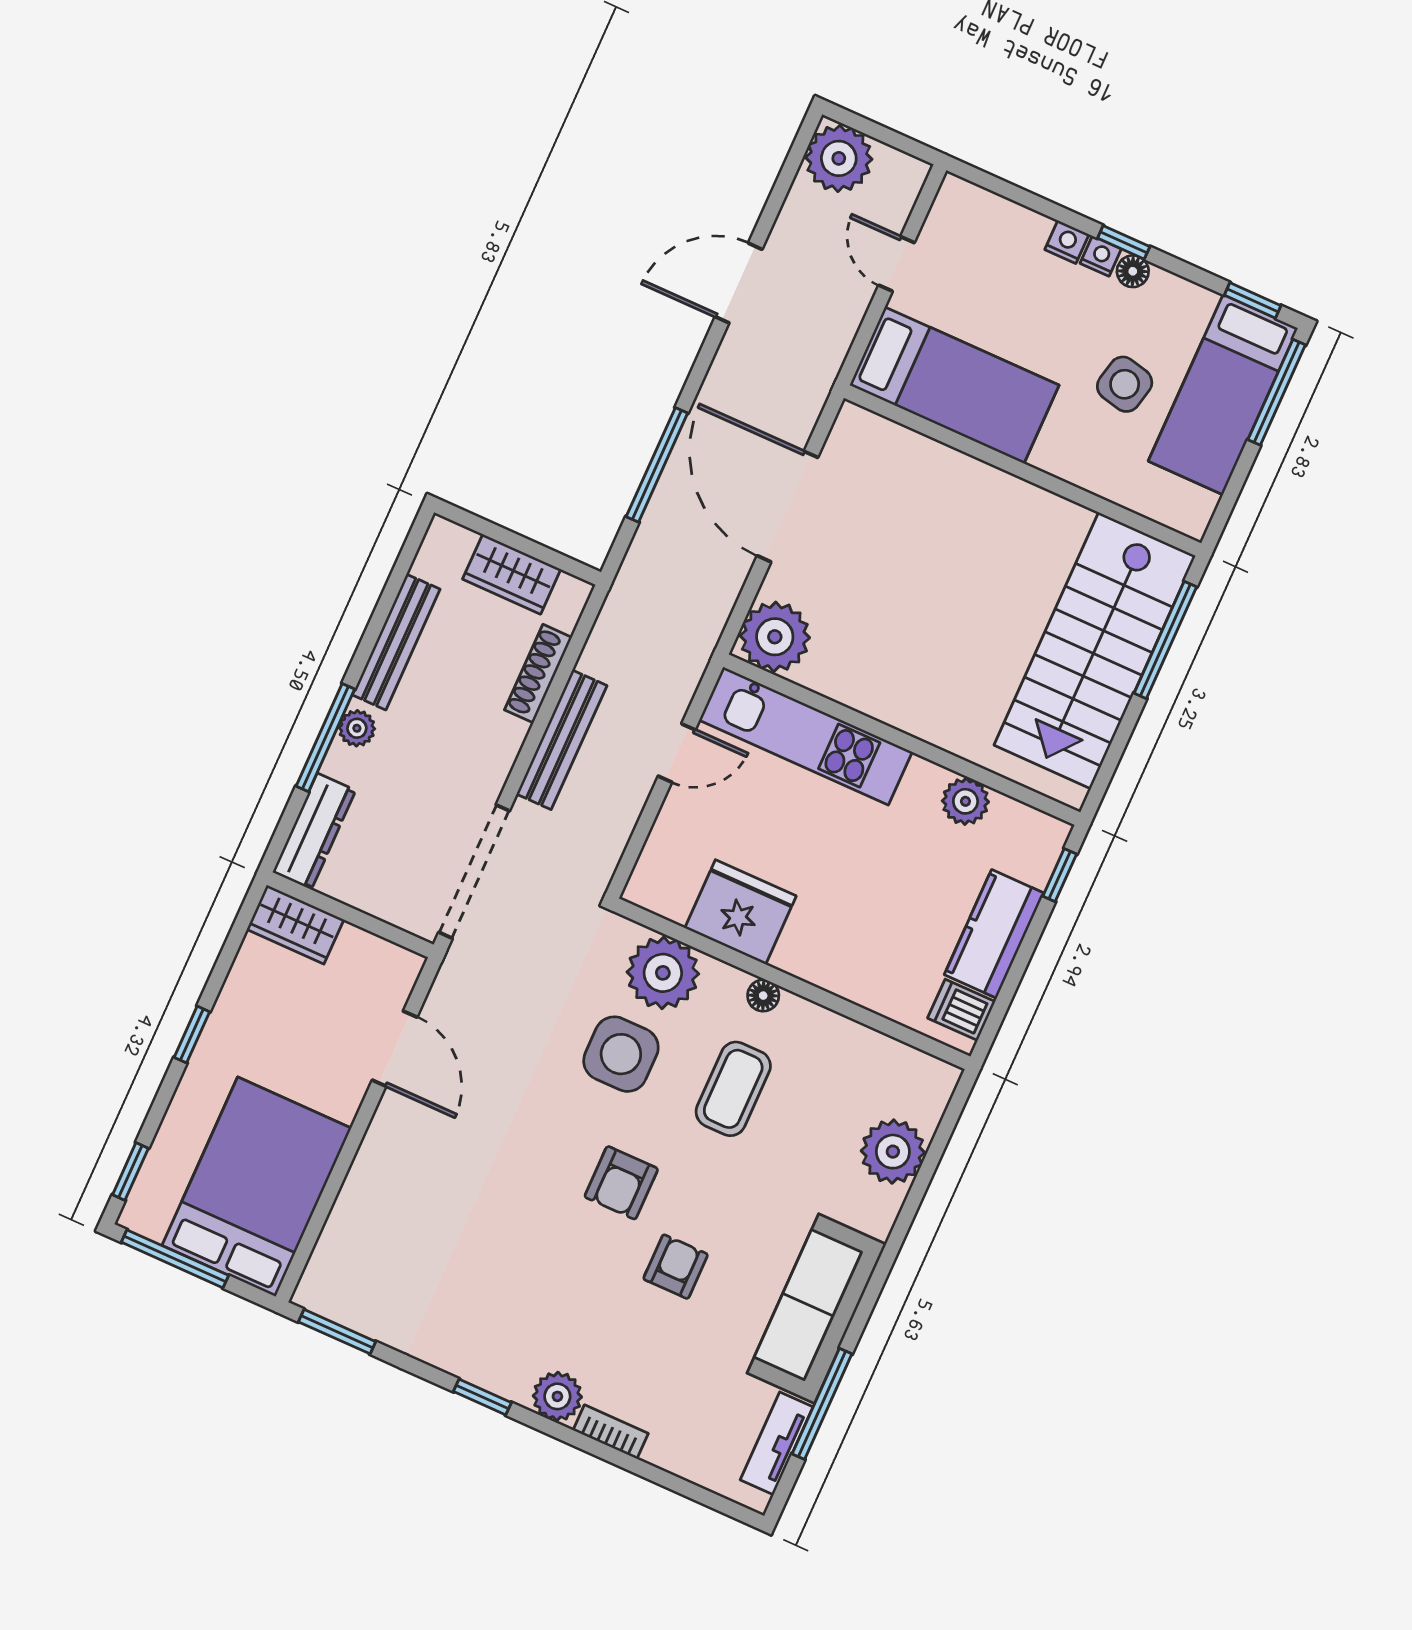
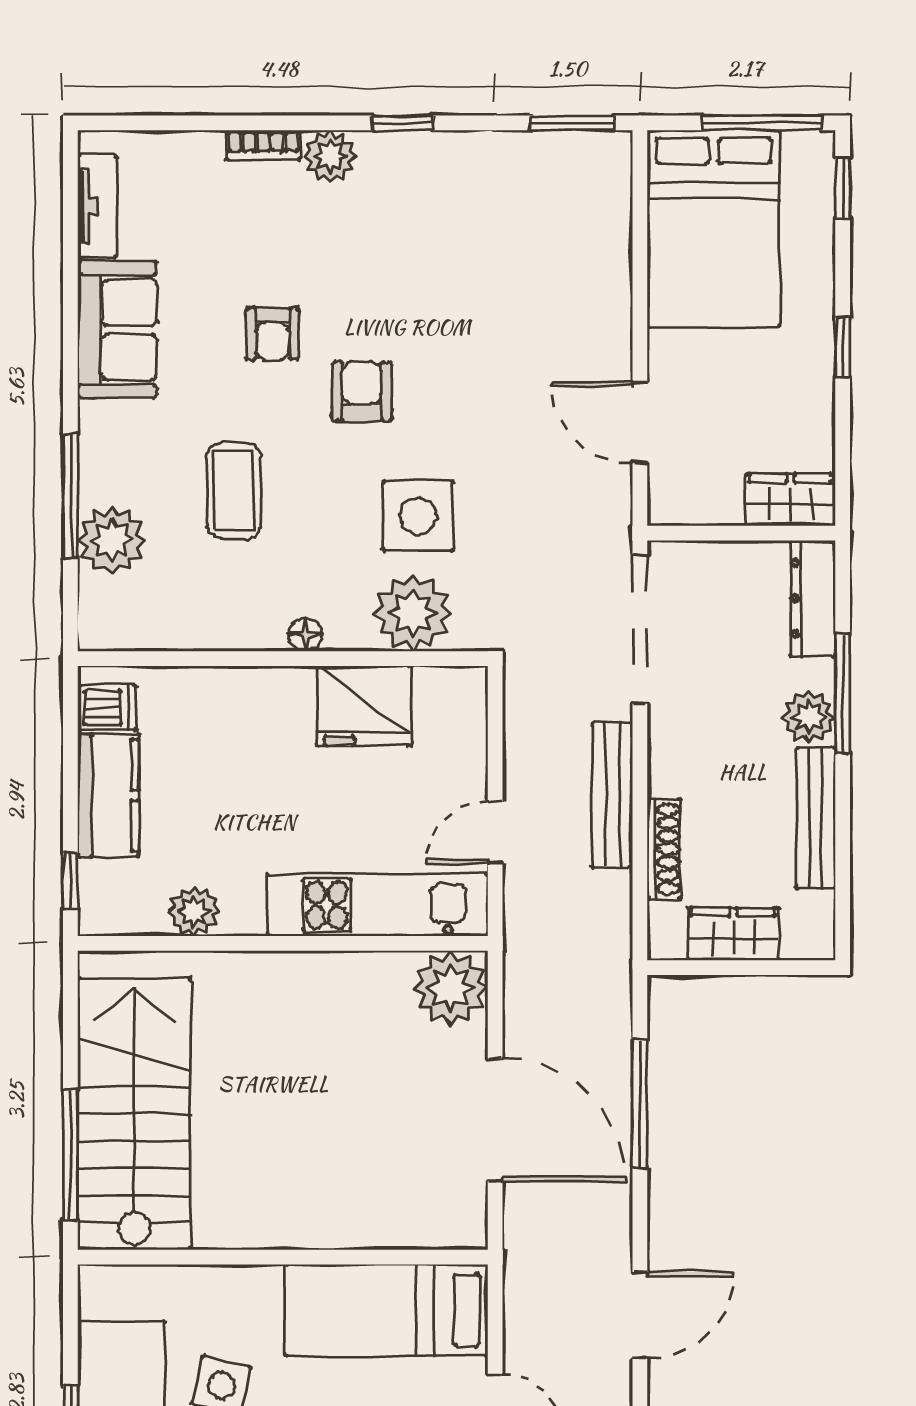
plant: (357, 728) -> (809, 717), width x1.38, depth x1.38
coffee table: (733, 1089) -> (234, 491), moved
sofa: (817, 1309) -> (117, 330), width x0.73
window: (822, 1404) -> (70, 496), moved

